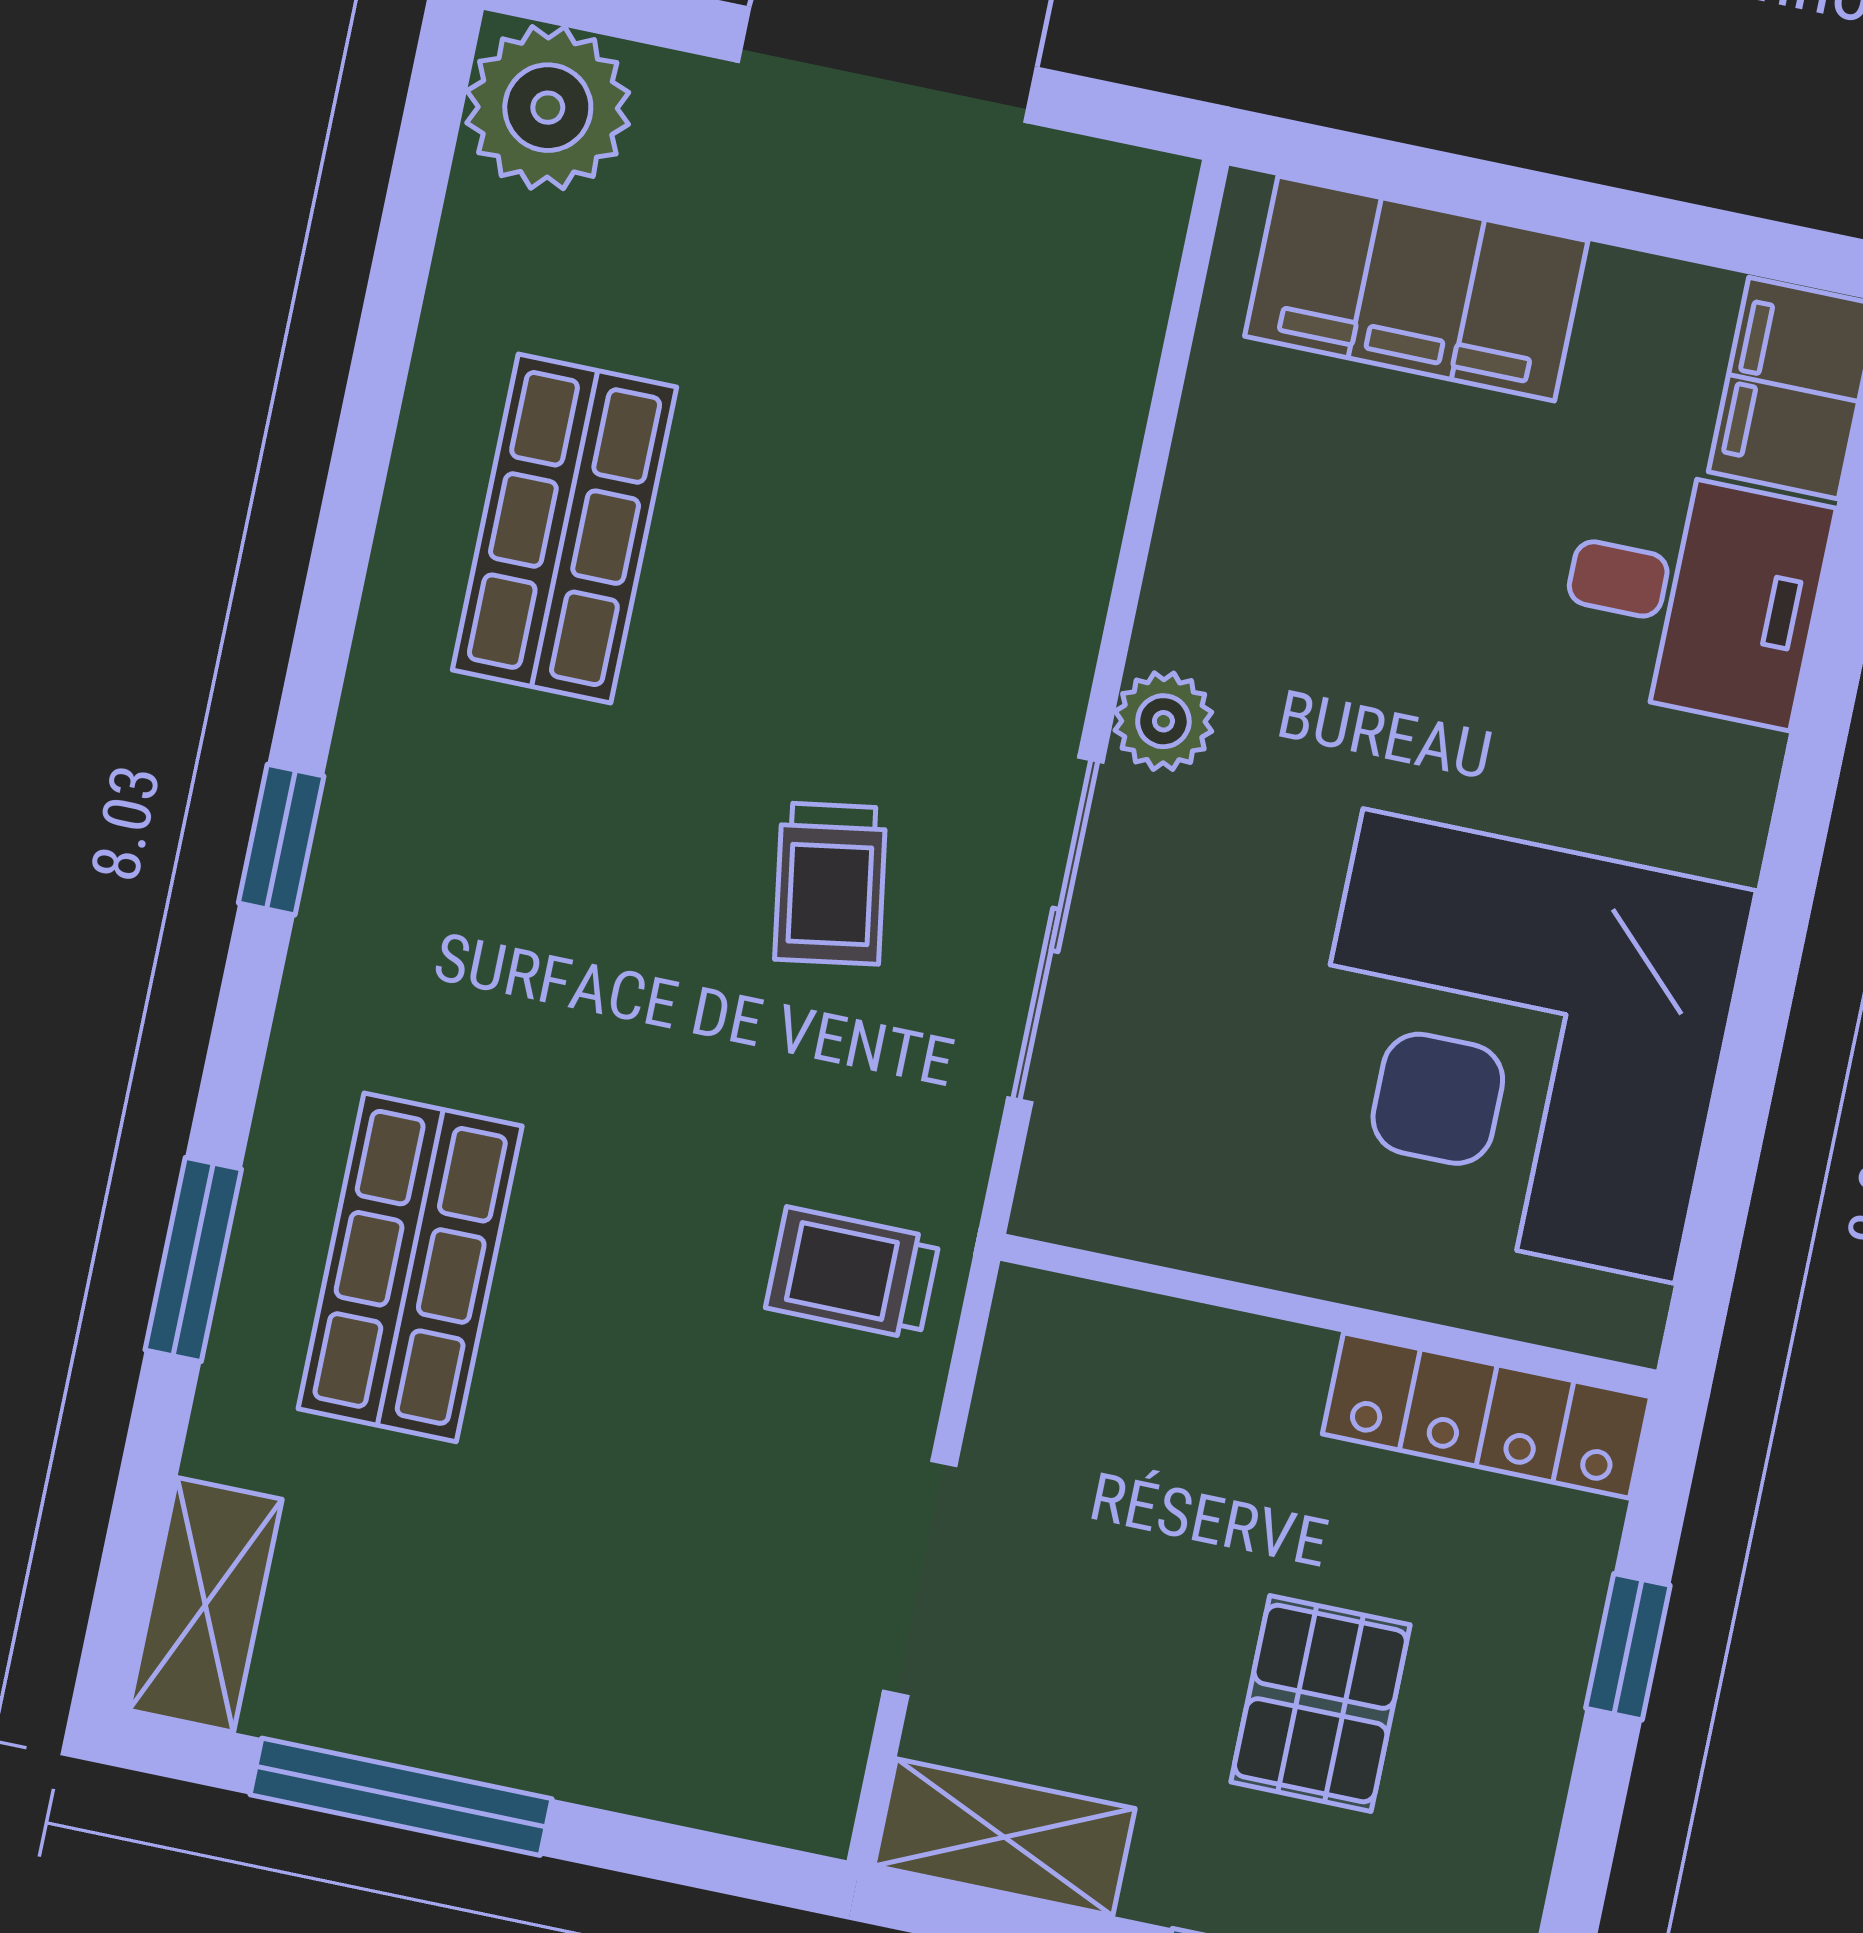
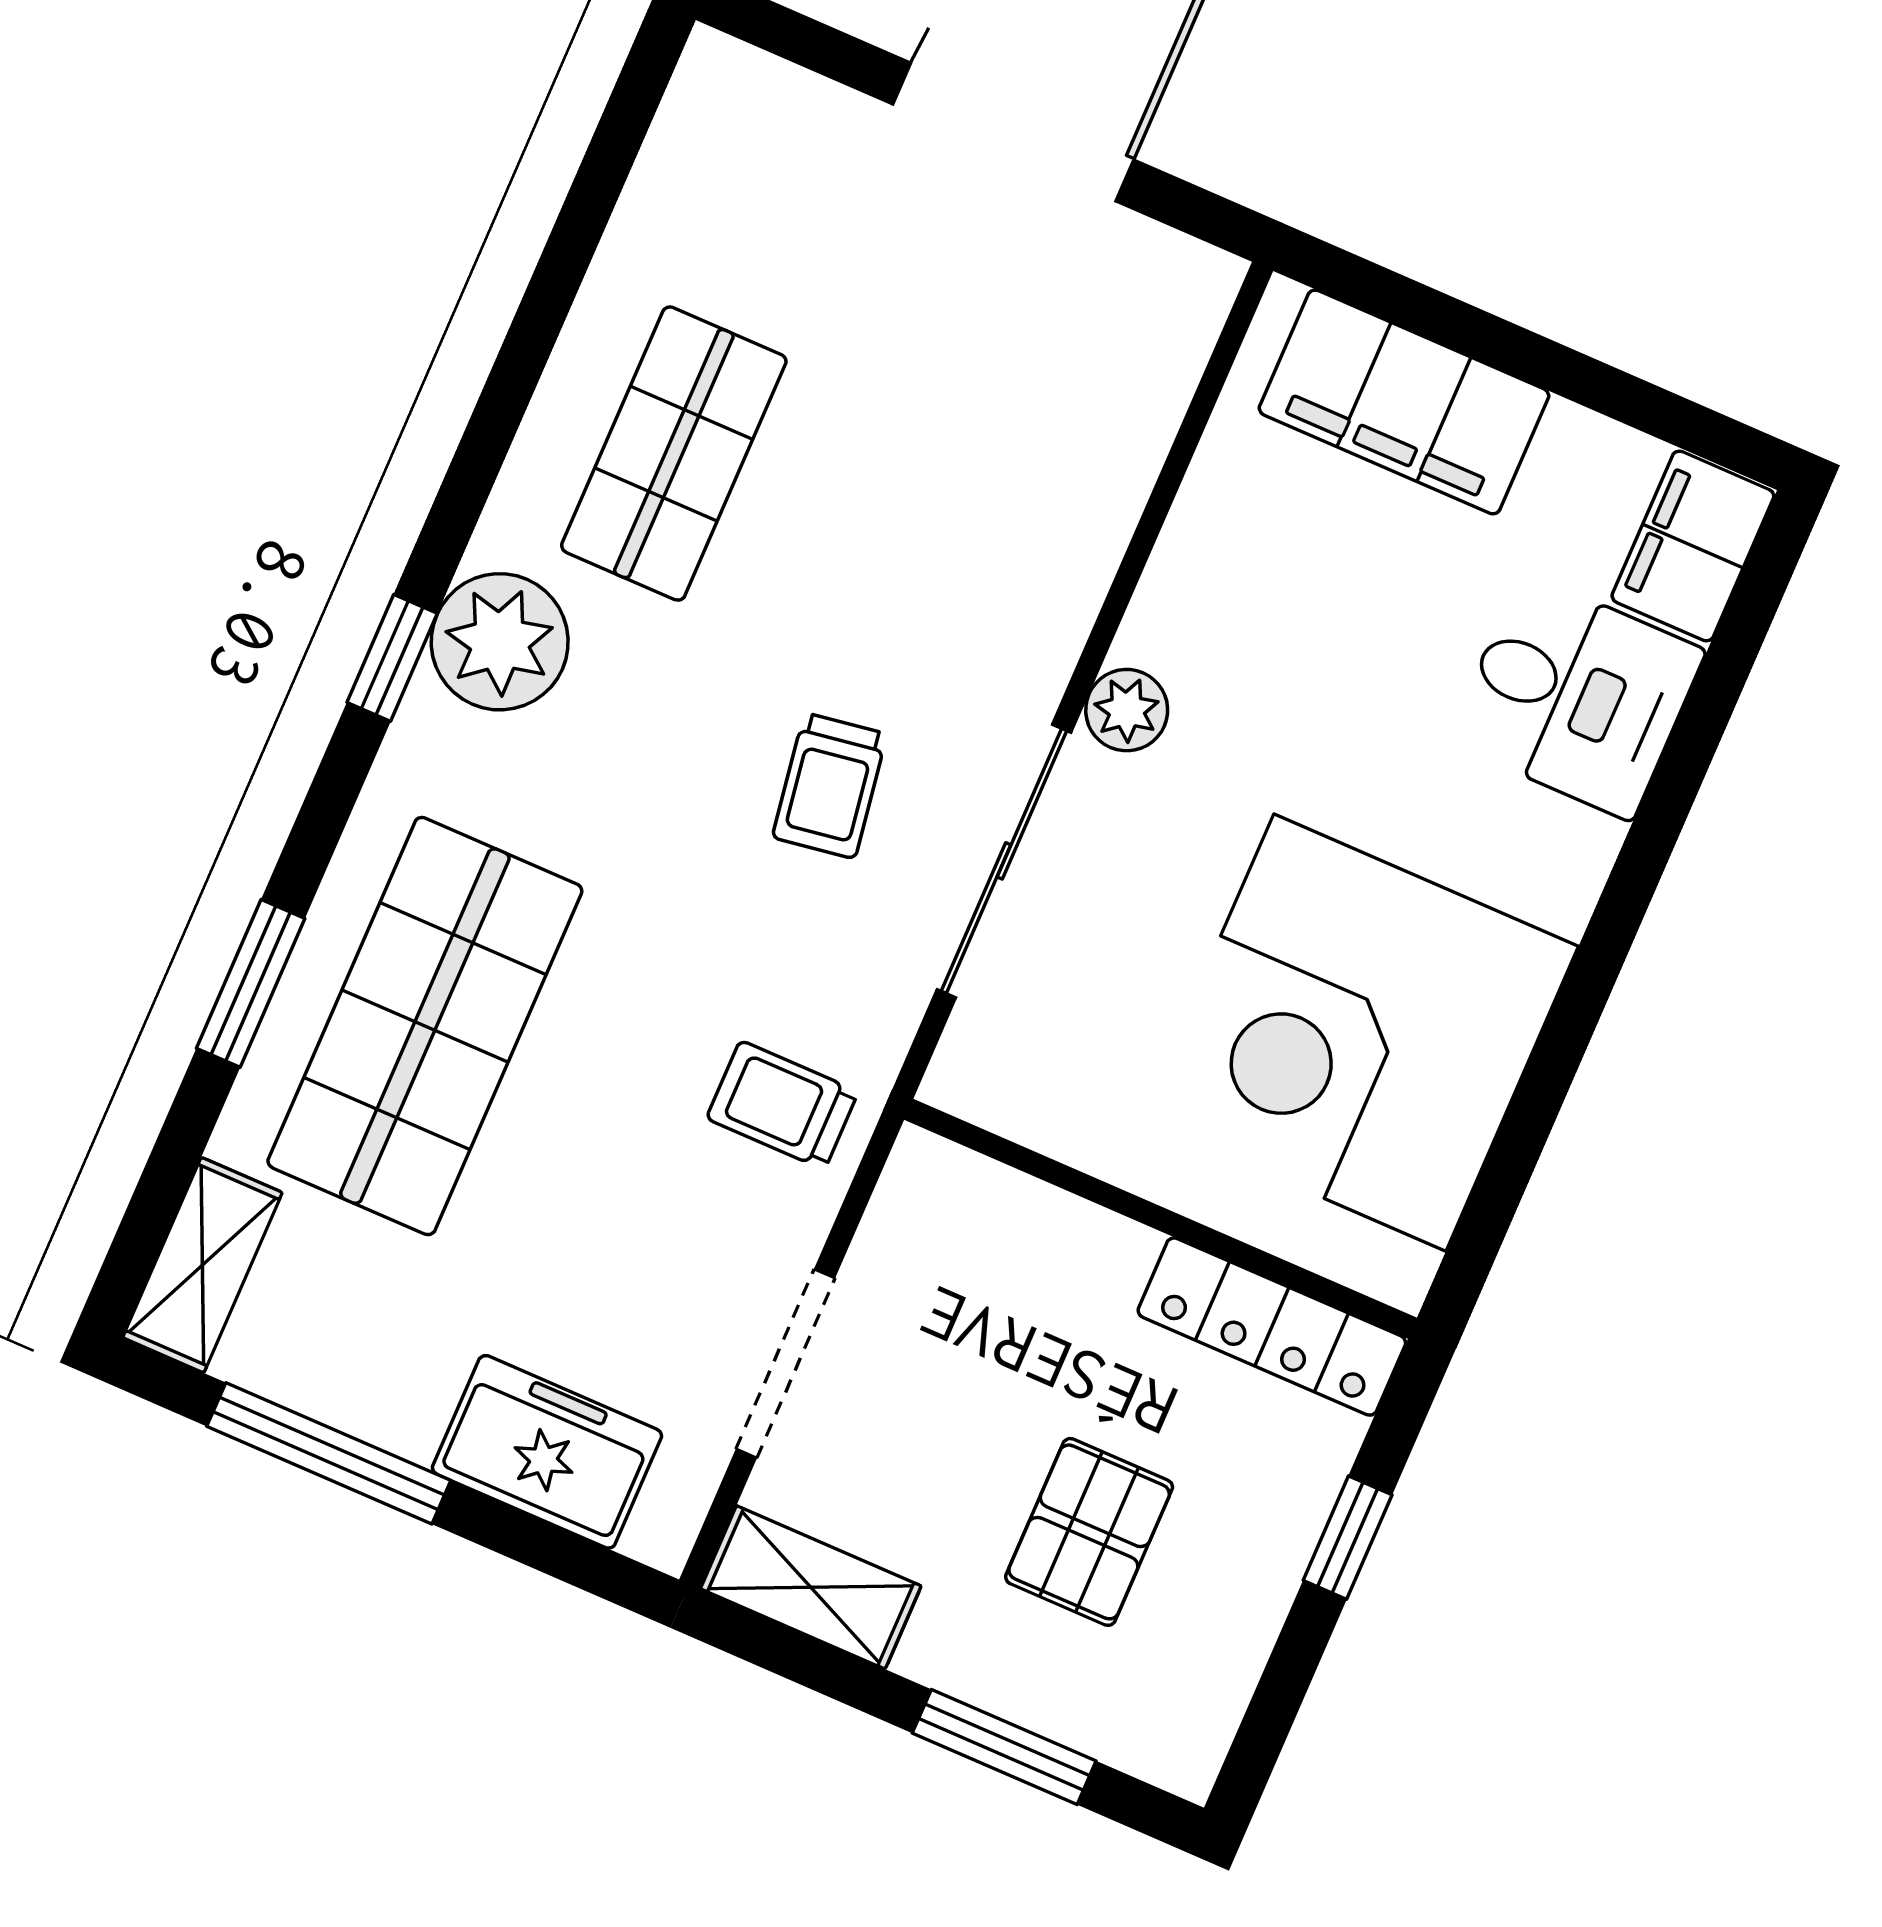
plant: (548, 108) -> (500, 642), moved
shop shelf: (410, 1267) -> (425, 1026), width x1.43, depth x1.36
freezer: (659, 1741) -> (547, 1452), added

